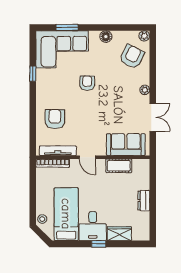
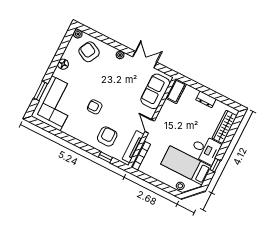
window: (33, 74) -> (105, 157), moved
armchair: (87, 83) -> (95, 107), moved
armchair: (55, 119) -> (107, 137), turned 90
door: (87, 157) -> (150, 126), swing flipped
cot: (119, 166) -> (176, 91), moved
wardrobe: (119, 234) -> (225, 127), width x1.50
window: (99, 244) -> (215, 165), moved

